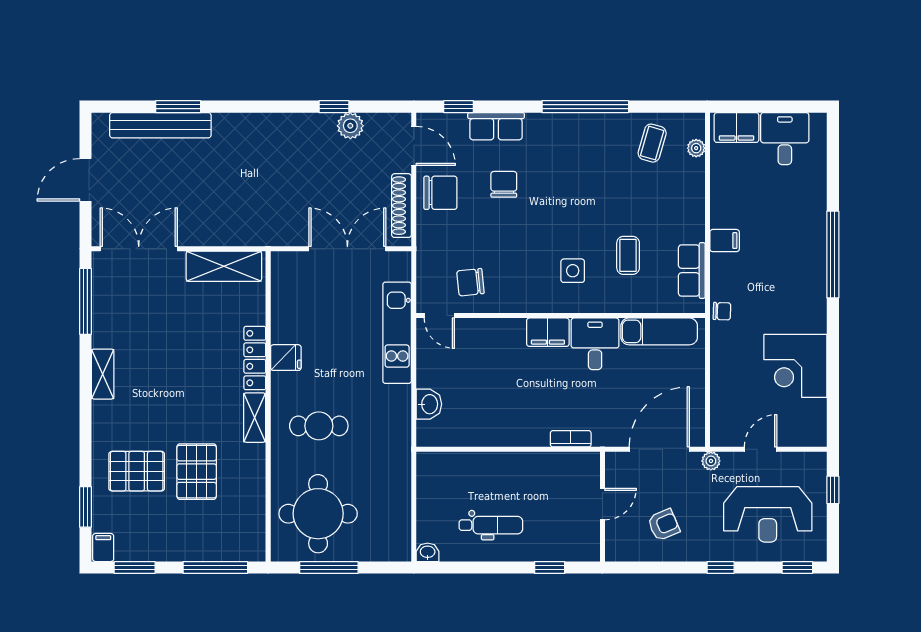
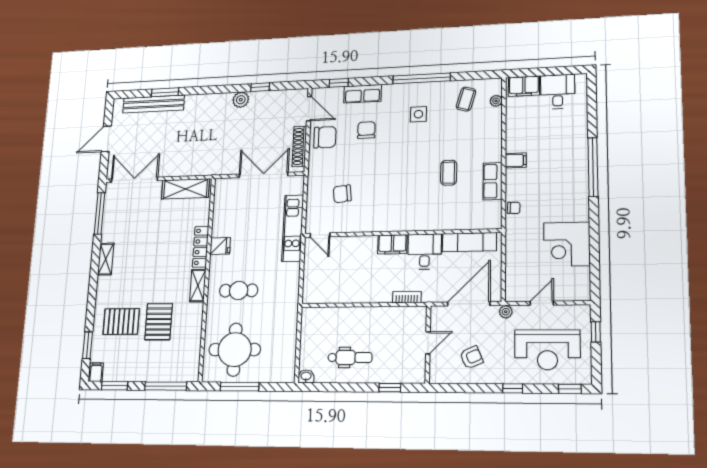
plant: (350, 126) -> (241, 100), moved
side table: (573, 271) -> (418, 114), moved
door: (439, 316) -> (320, 235), moved
wall: (561, 316) -> (401, 233), moved
exam couch: (659, 331) -> (469, 242), moved
filing cabinet: (548, 332) -> (392, 244), moved
desk: (595, 344) -> (425, 252), moved
washbasin: (429, 404) -> (311, 275), removed

